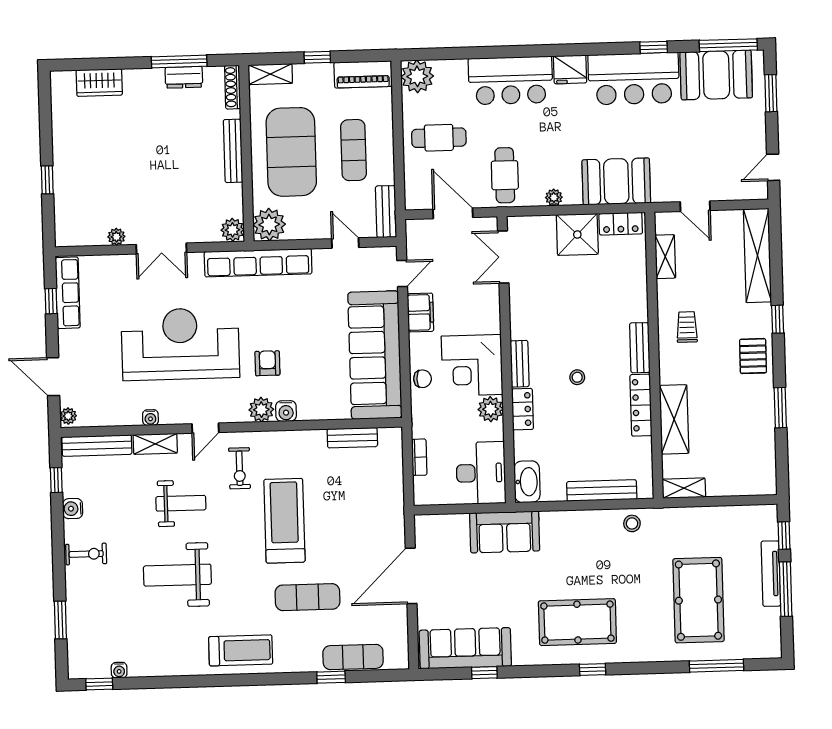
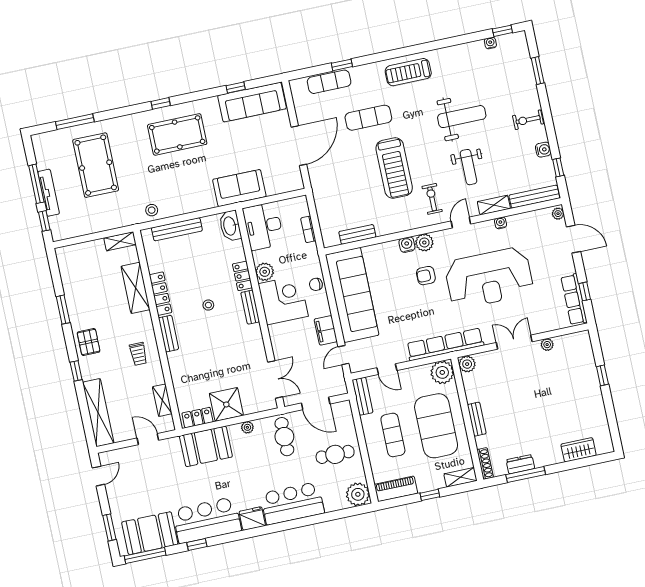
bench: (233, 151) -> (477, 419), width x0.73
armchair: (267, 363) -> (426, 276), turned 90
weight bench: (181, 503) -> (469, 167), turned -90

